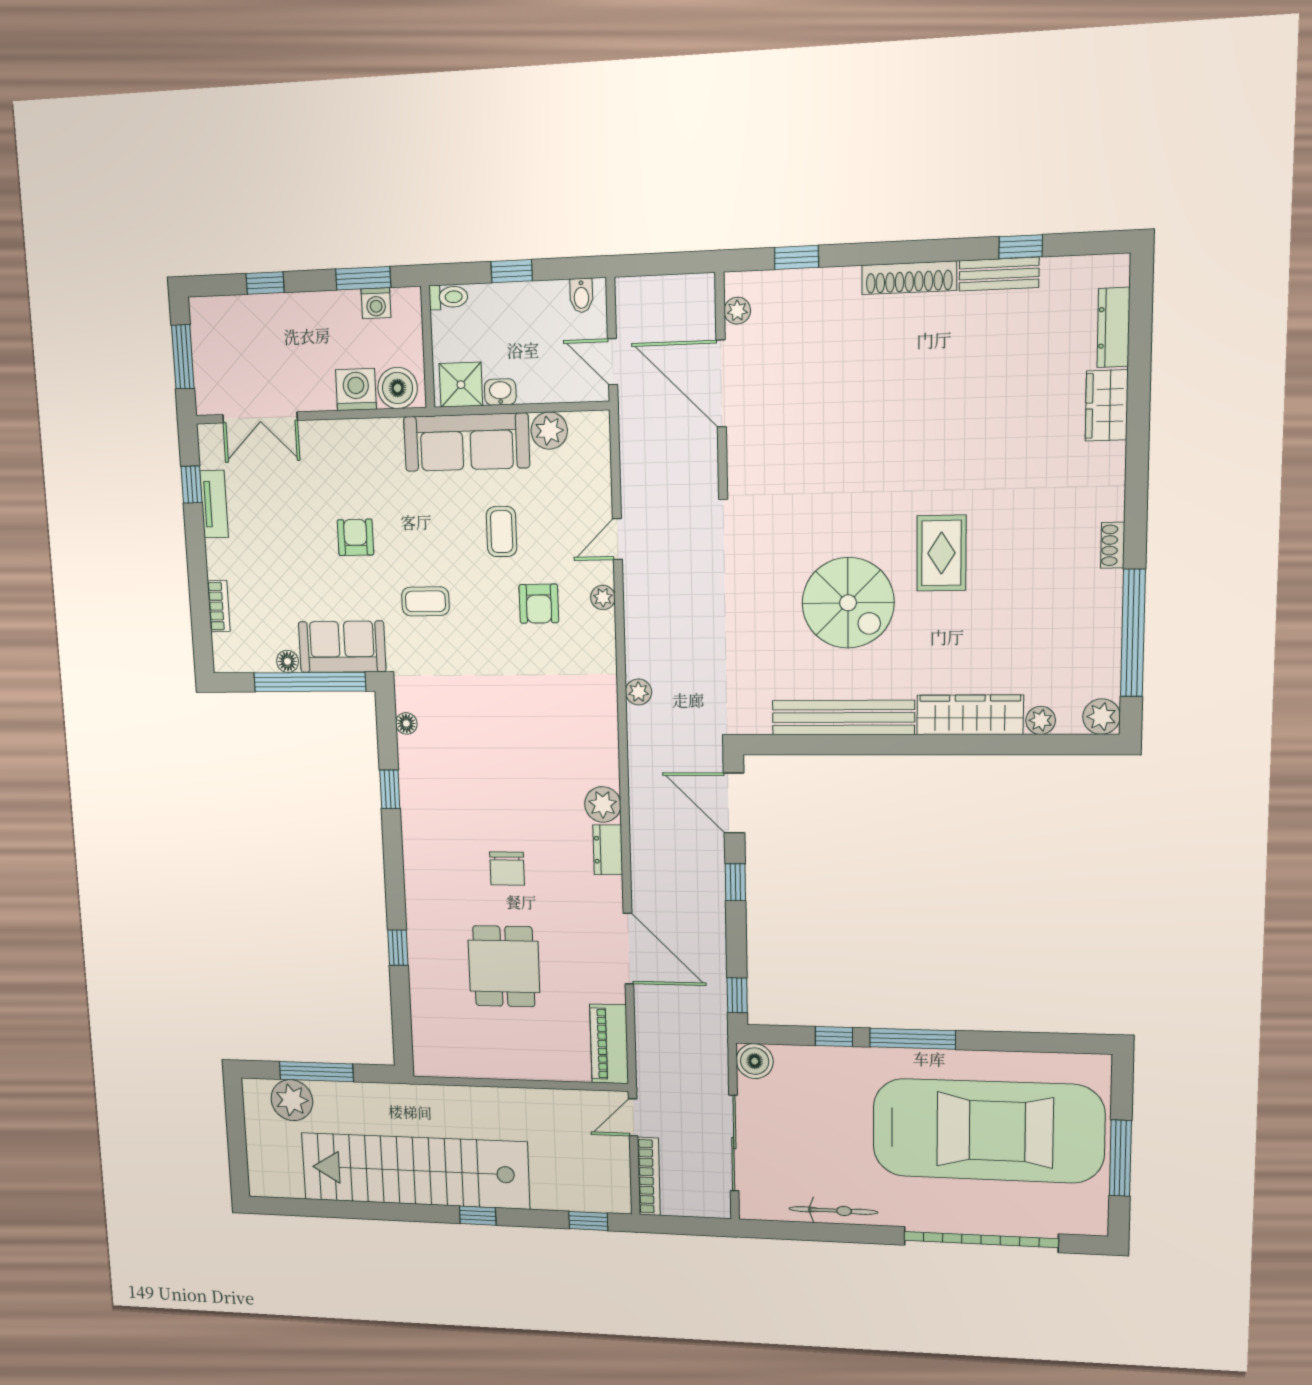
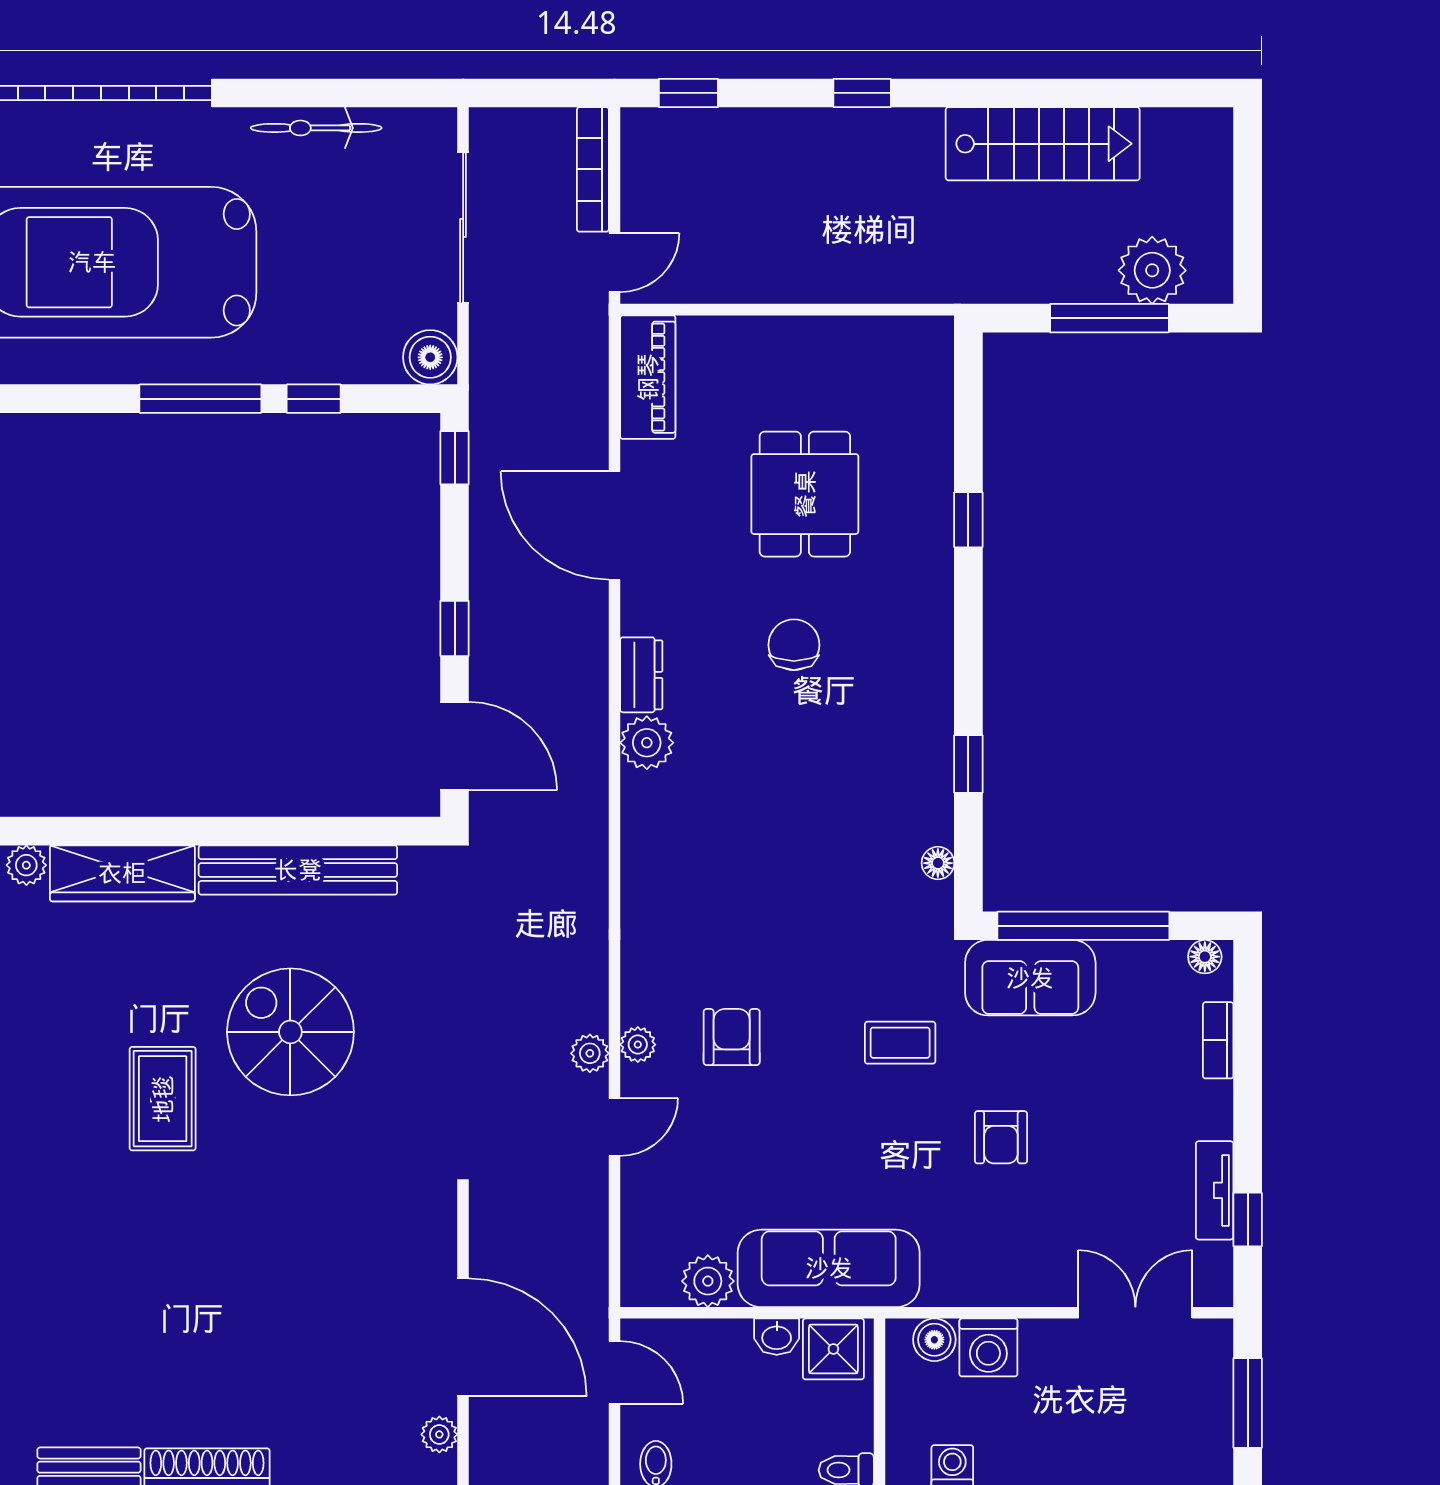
boiler: (398, 388) -> (934, 1340), width x0.73, depth x0.73
coffee table: (502, 532) -> (783, 1141), removed
floor lamp: (288, 661) -> (1205, 957), moved
plant: (638, 692) -> (590, 1053), moved
stairs: (415, 1171) -> (1043, 144), width x0.54, depth x0.66

